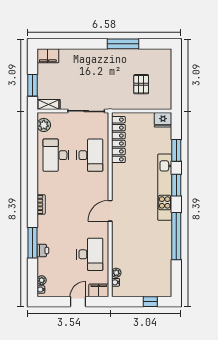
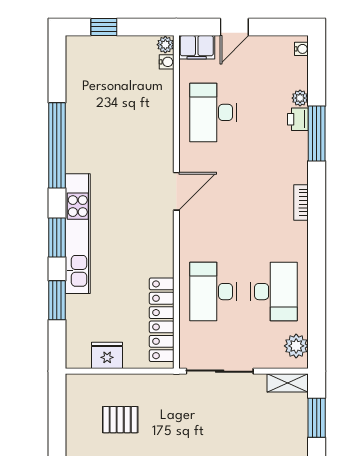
pallet: (141, 84) -> (120, 420), turned 90
fridge: (163, 120) -> (107, 355), moved
plant: (116, 273) -> (165, 45), moved
plant: (42, 280) -> (300, 98), moved

